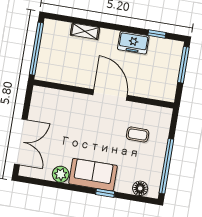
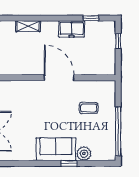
window: (183, 65) -> (118, 41), width x0.46
plant: (61, 174) -> (84, 154), moved
floor lamp: (140, 188) -> (99, 154), removed

